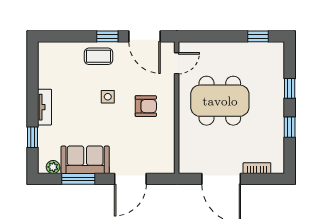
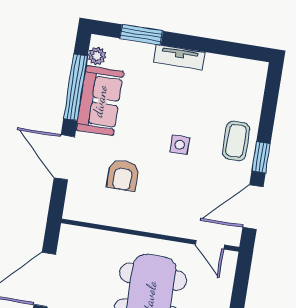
armchair: (146, 106) -> (123, 175), moved
window: (32, 137) -> (141, 35), width x1.50
window: (78, 179) -> (76, 87), width x1.44

